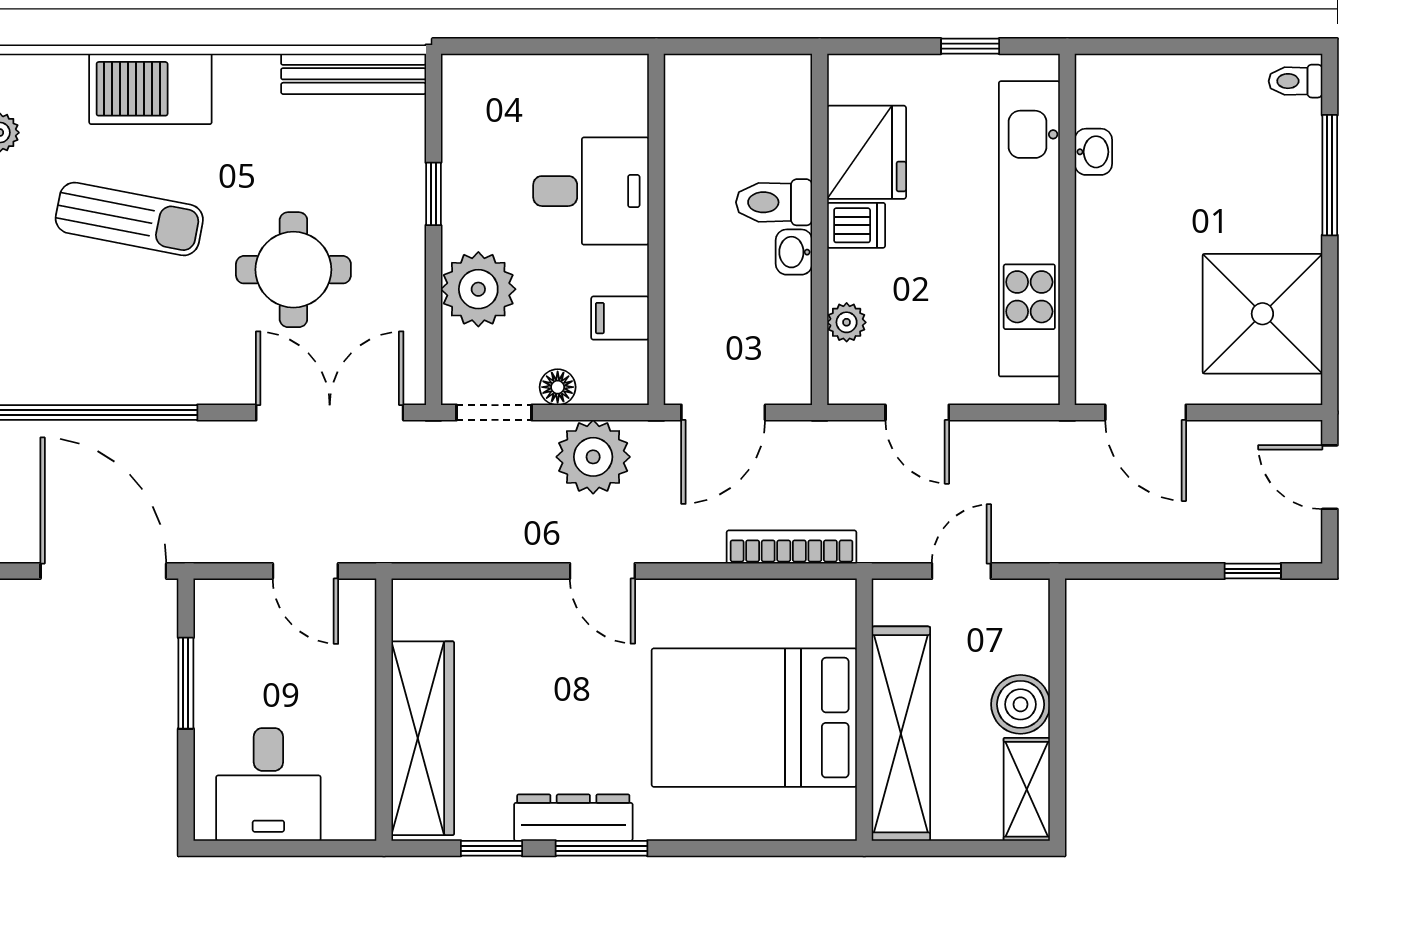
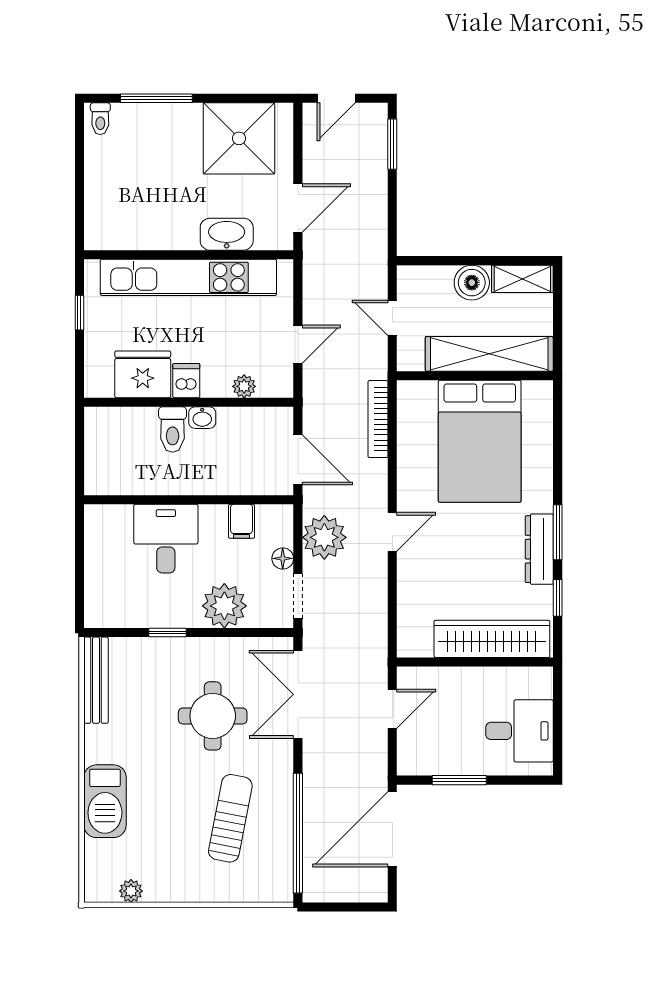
washbasin: (1093, 152) -> (227, 234), moved, width x1.91, depth x1.45
sun lounger: (129, 219) -> (230, 818), moved
window: (1253, 571) -> (392, 144), width x1.50

